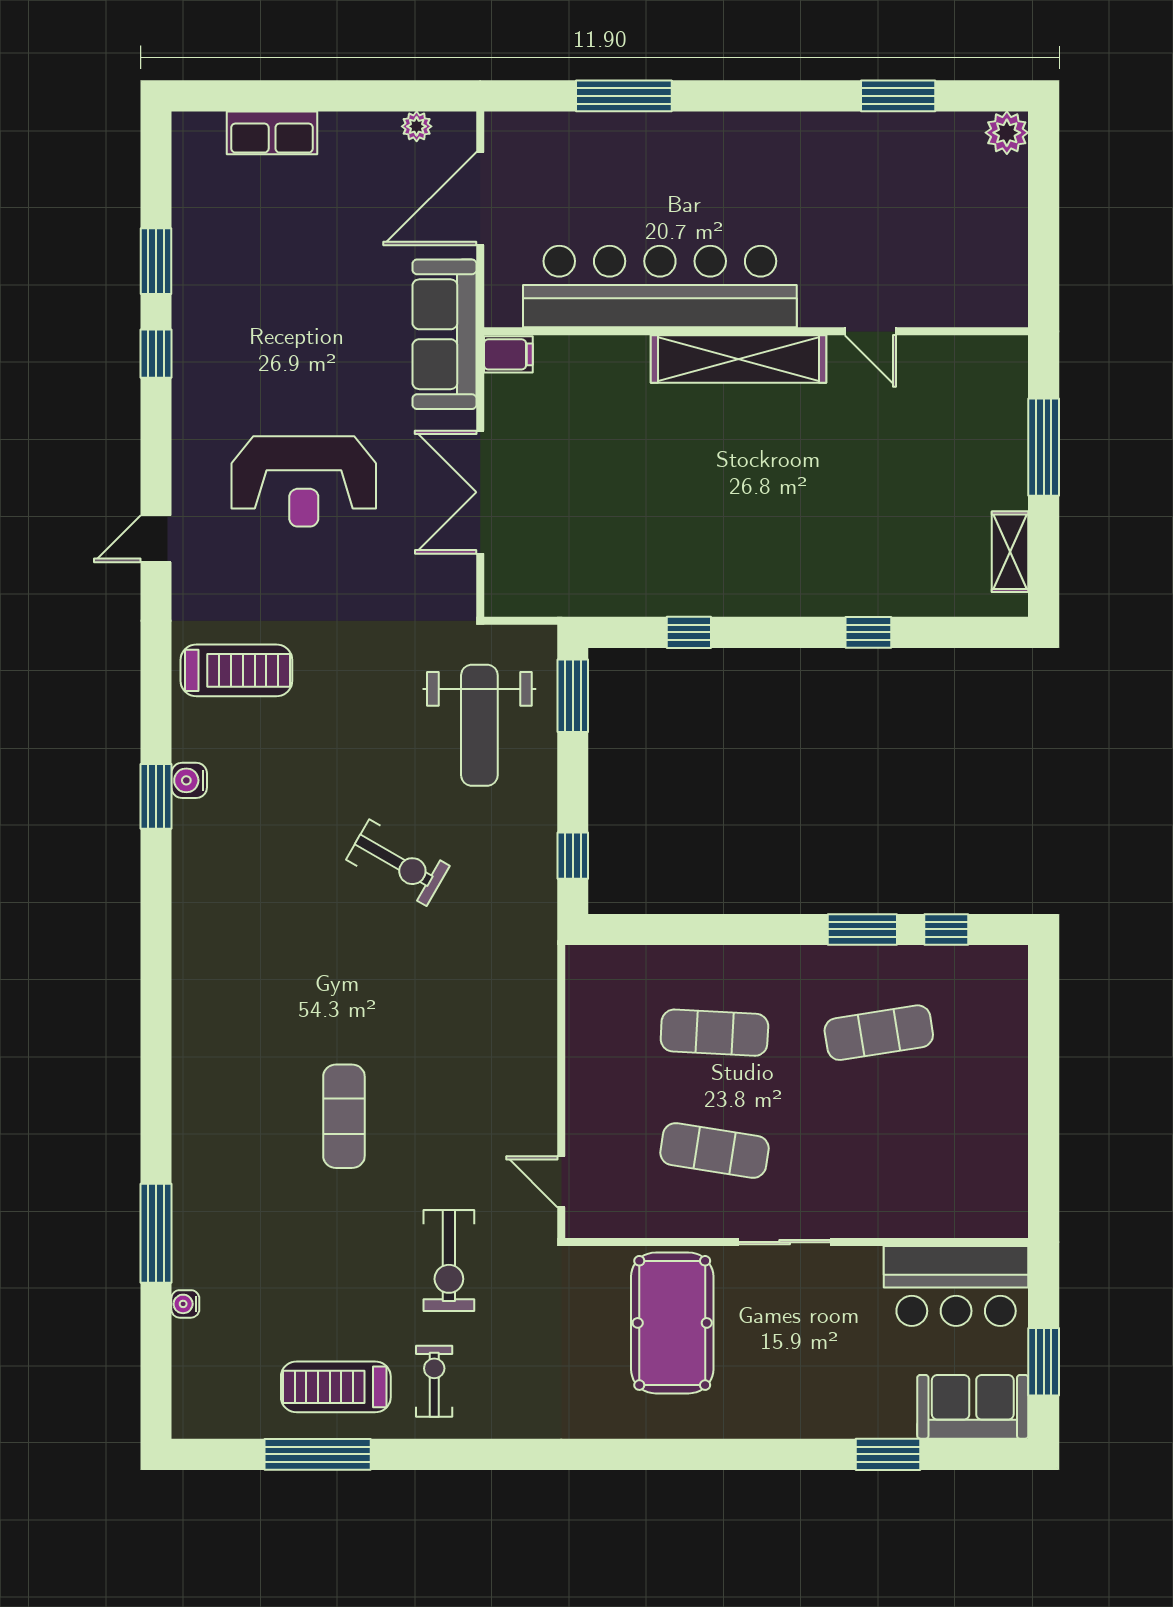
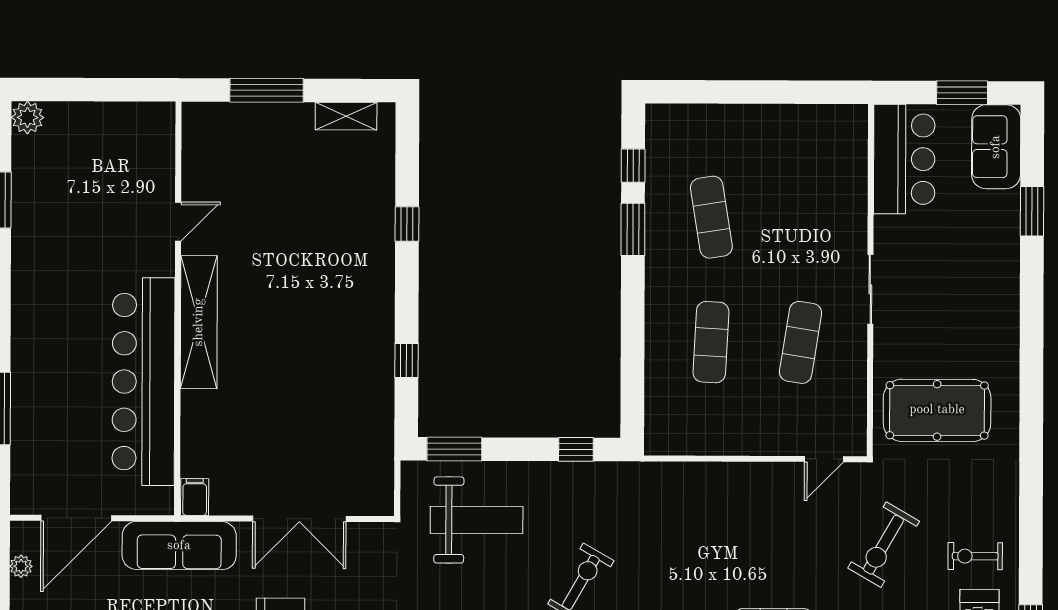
door: (480, 199) -> (76, 518), hinge flipped
exercise bike: (449, 1261) -> (884, 545), turned 120
pool table: (672, 1323) -> (937, 410), moved

